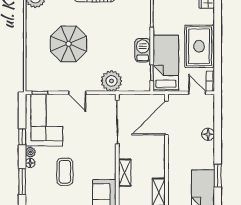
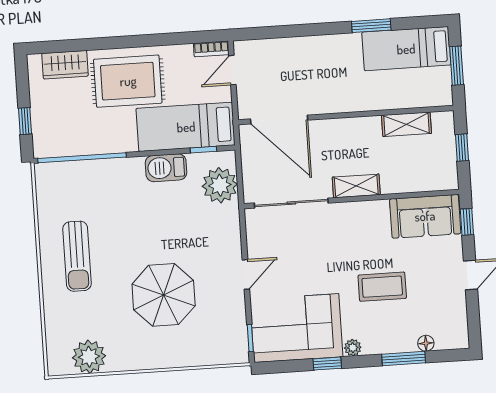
rug: (199, 46) -> (128, 81), moved
plant: (111, 81) -> (220, 185), moved
floor lamp: (208, 134) -> (302, 47), removed
floor lamp: (30, 163) -> (426, 343), moved
shelving: (125, 173) -> (356, 186), moved

